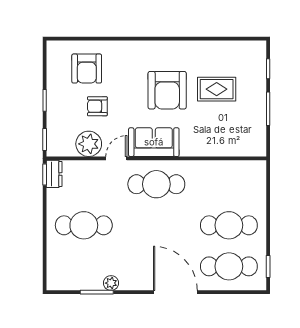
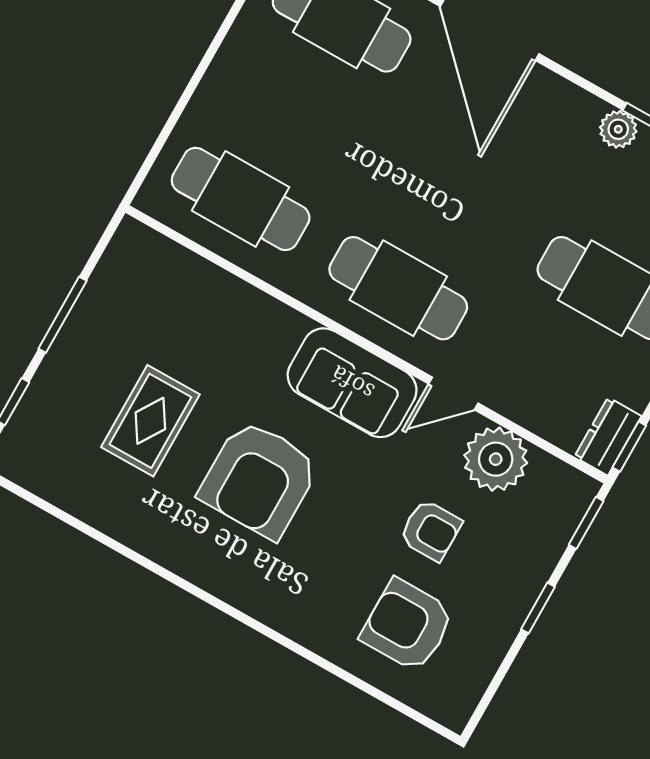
armchair: (87, 69) -> (407, 625), turned -90
rug: (217, 89) -> (150, 421), turned 90
armchair: (167, 90) -> (259, 479), turned 180
cafe table: (229, 225) -> (241, 199), moved

